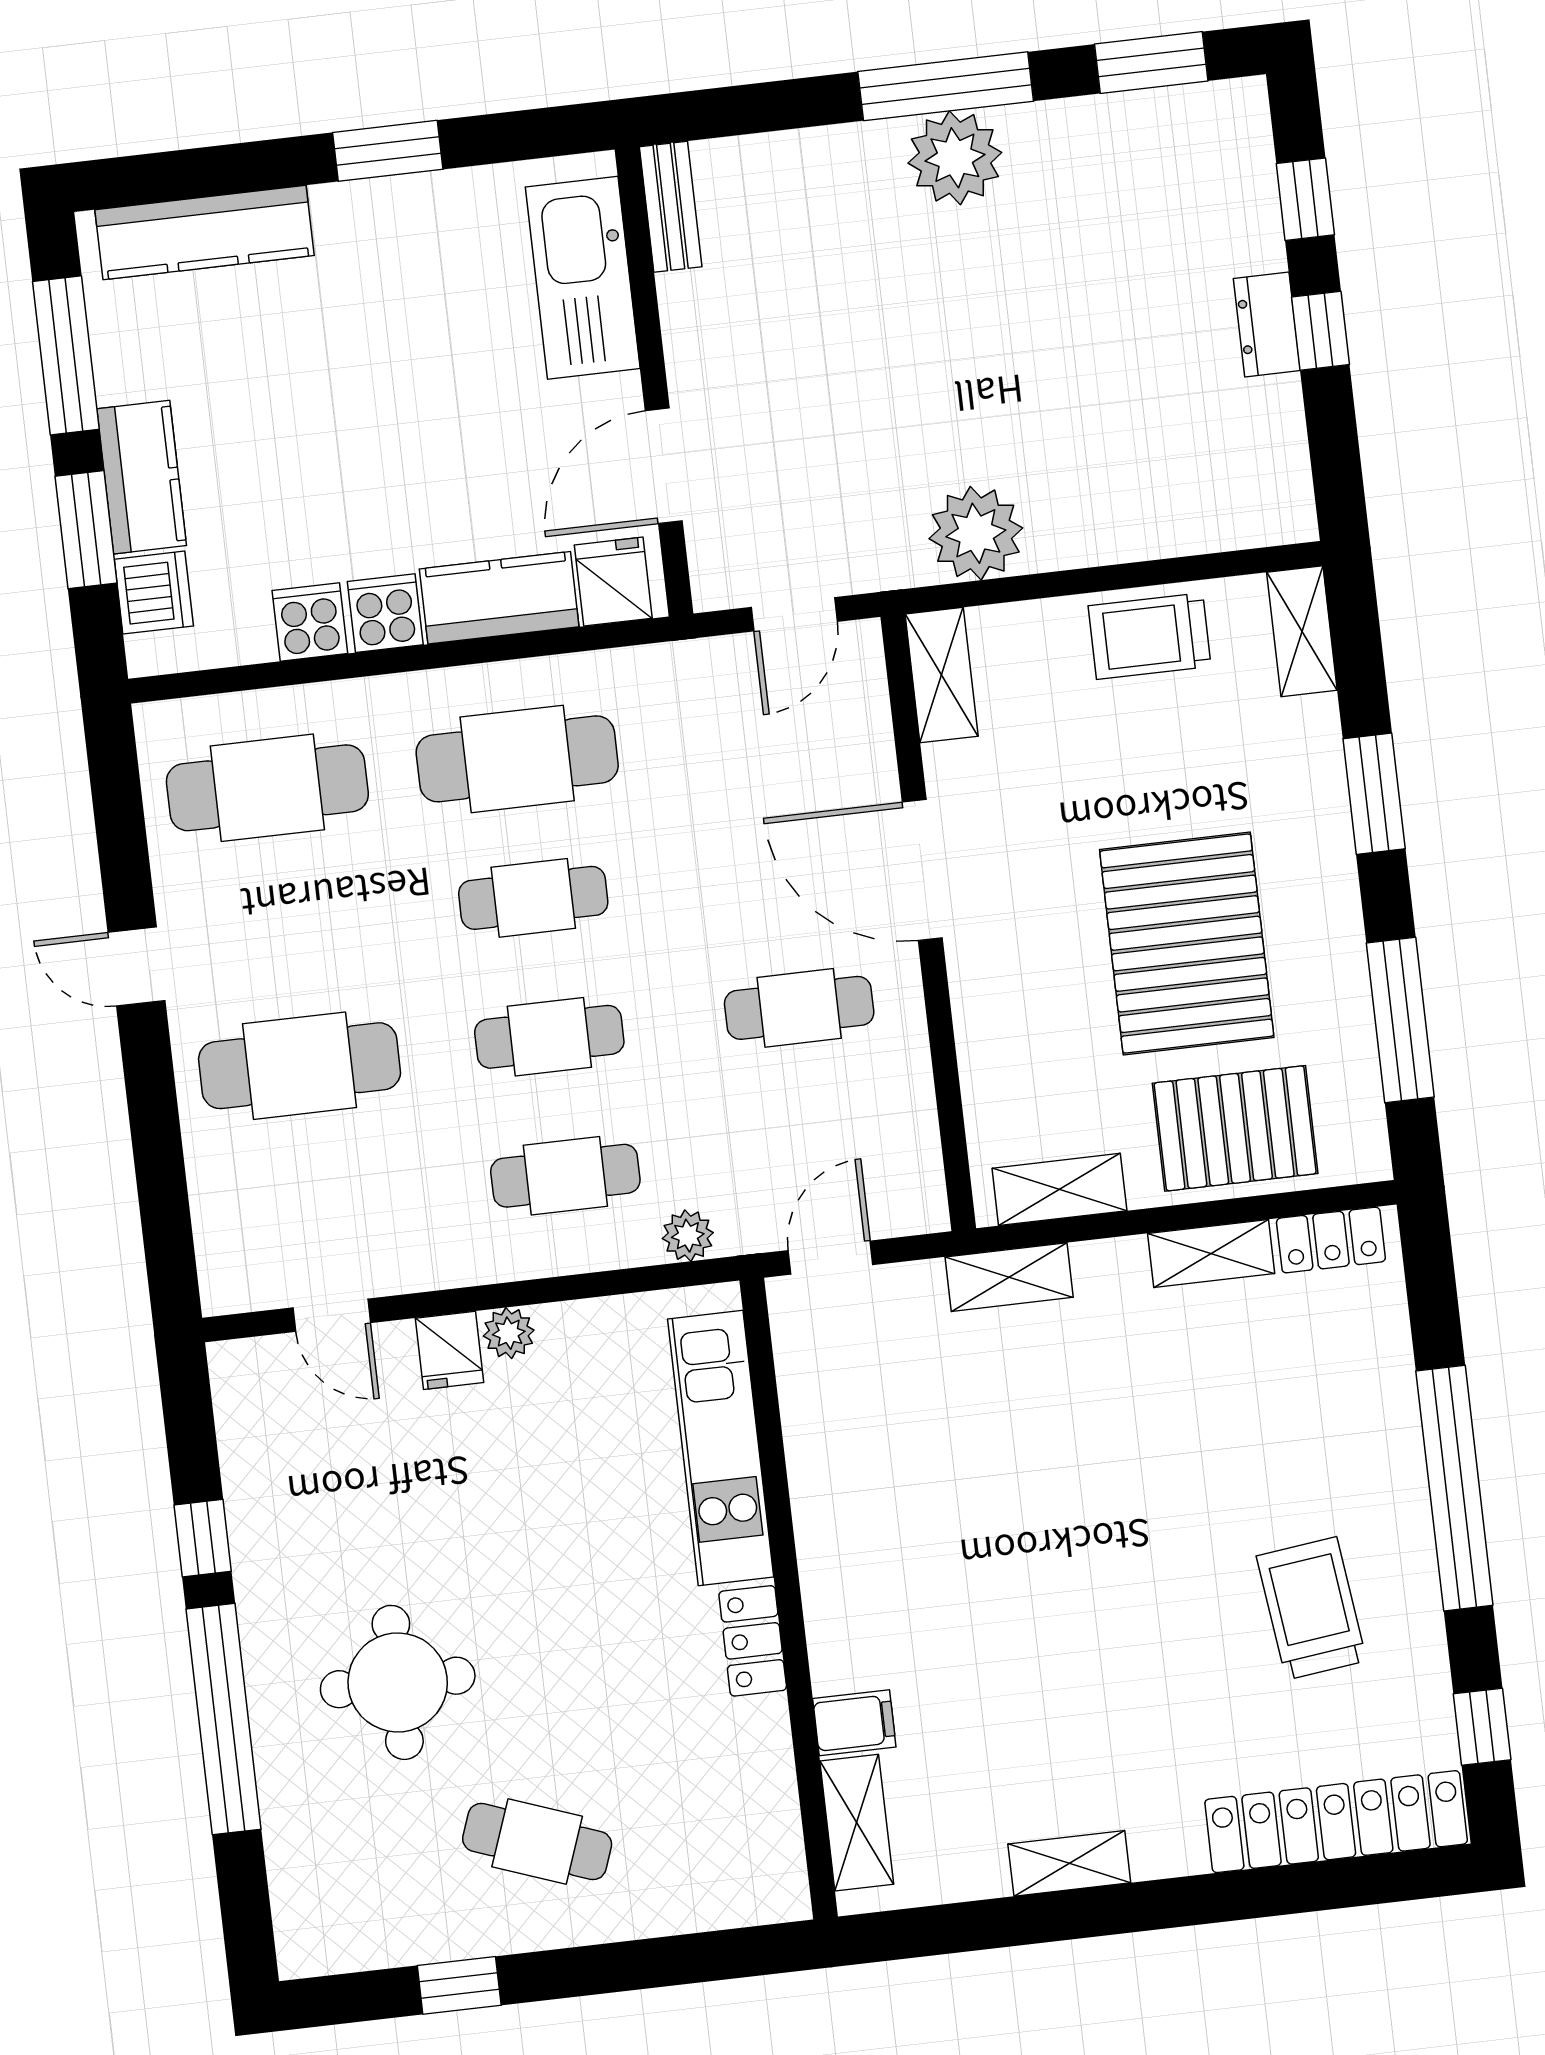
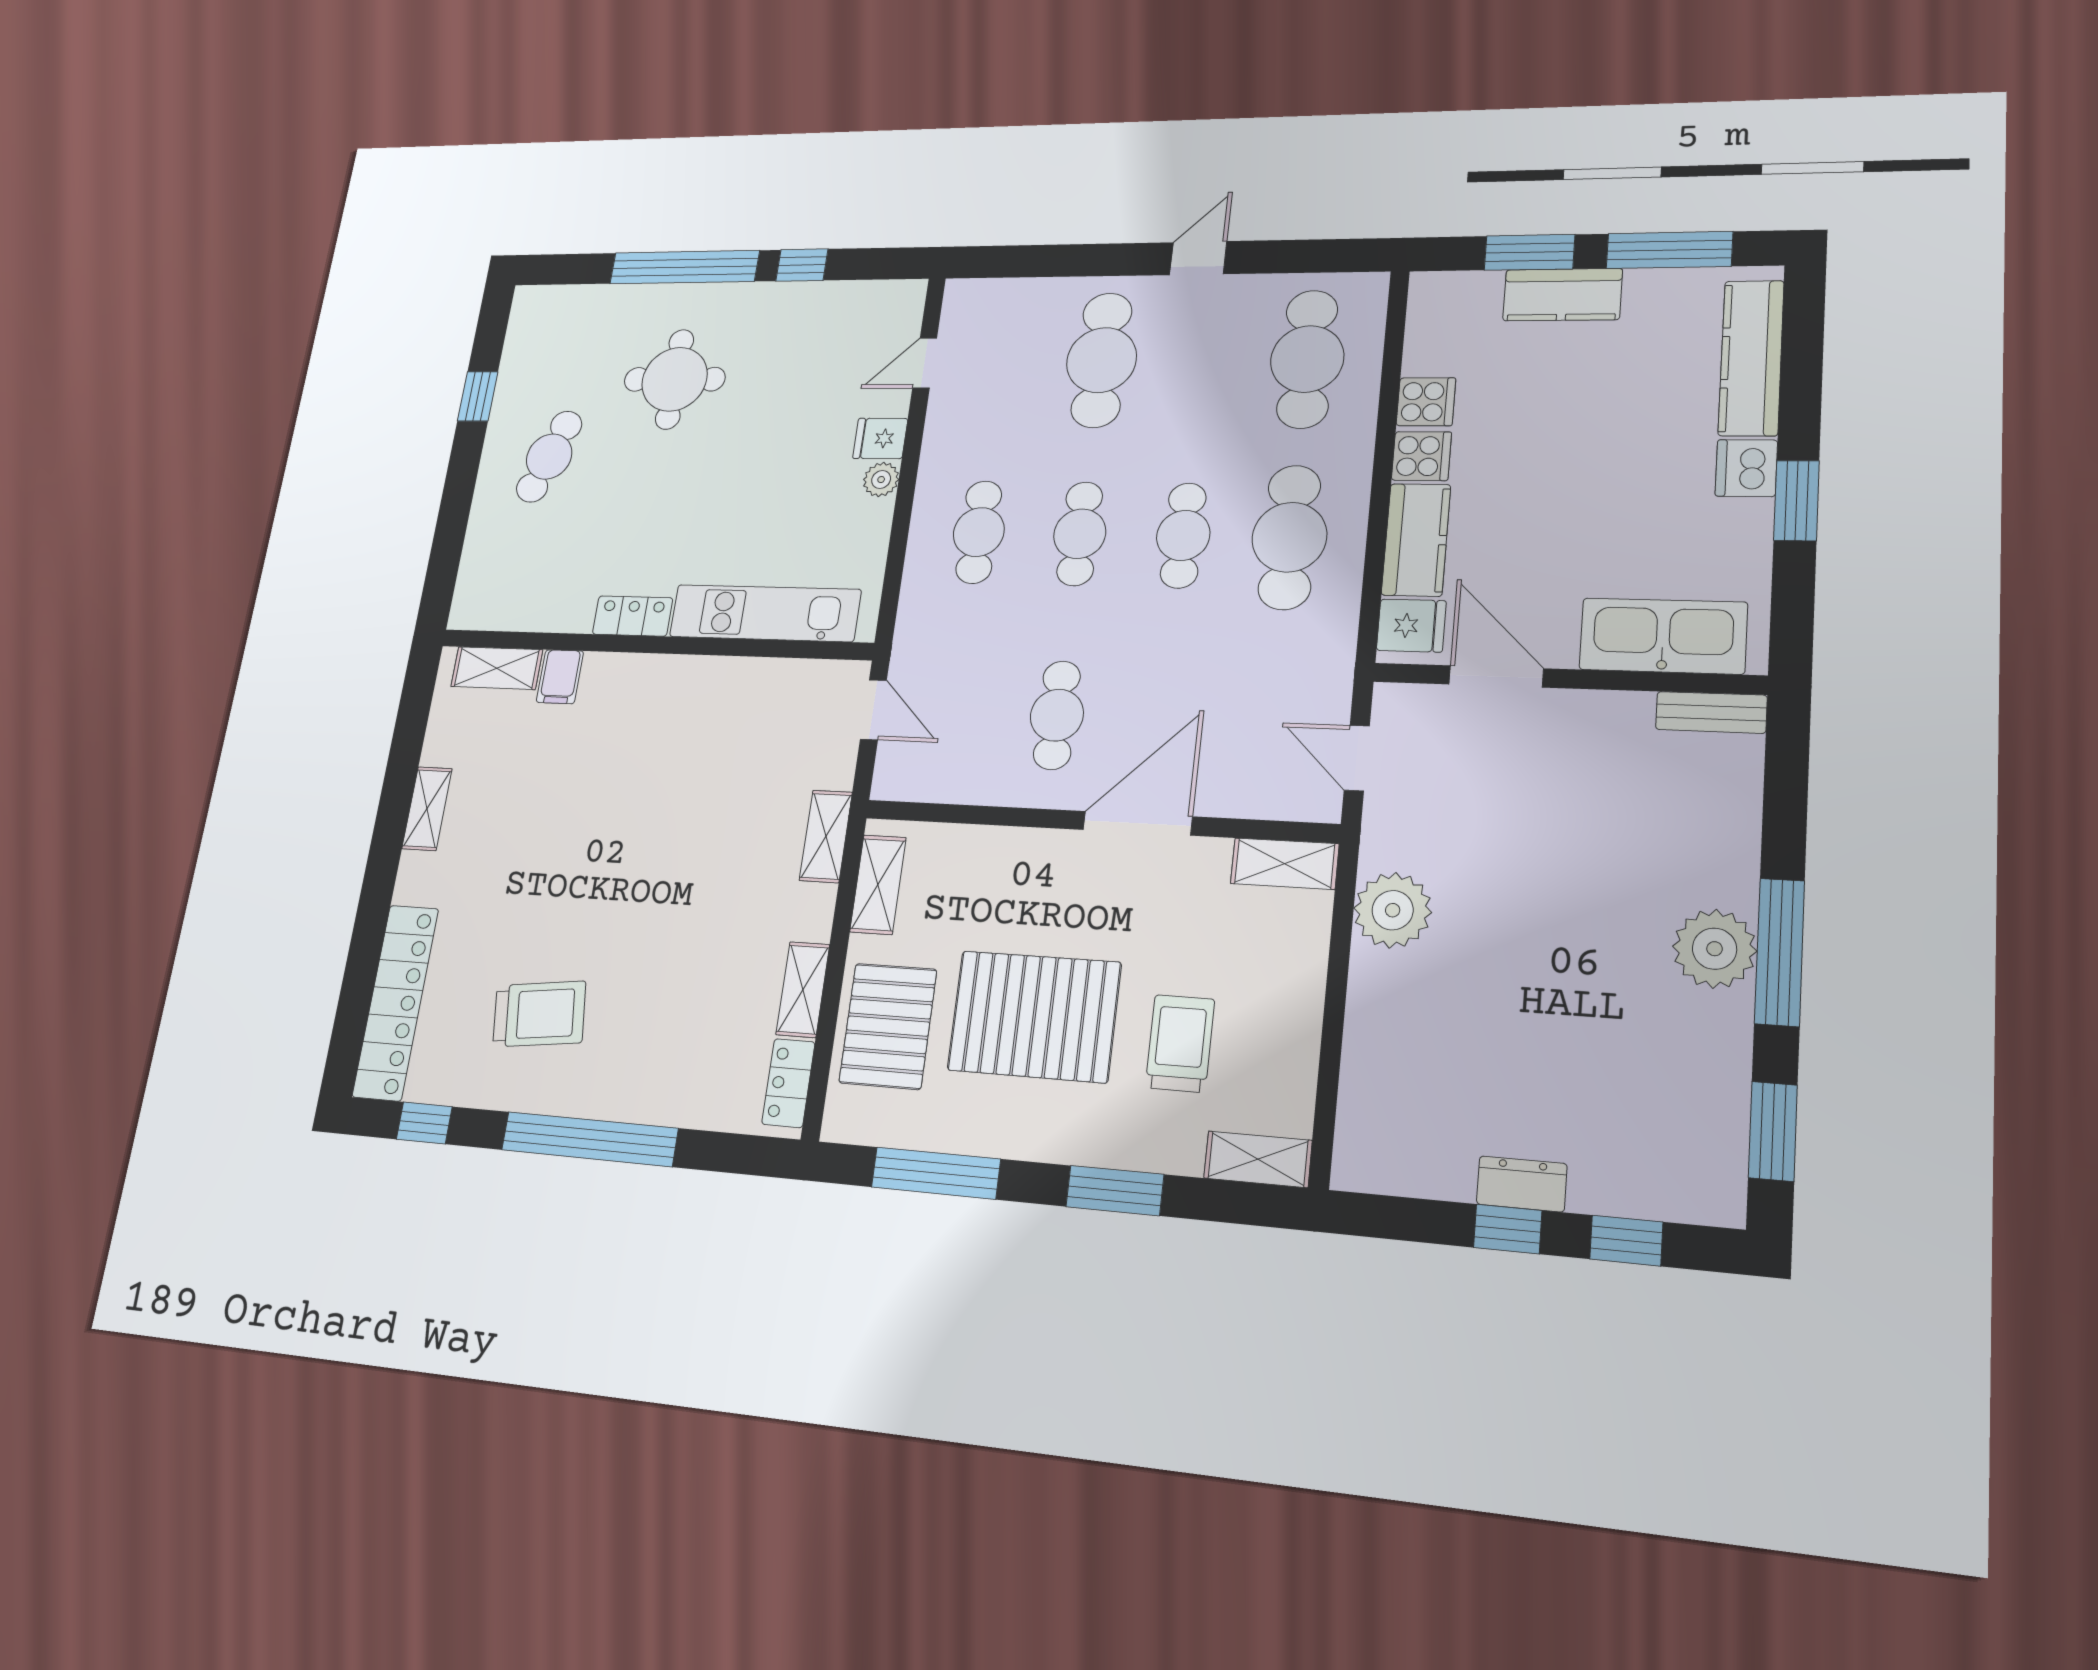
dishwasher: (154, 593) -> (1746, 468), moved, turned 90
trolley: (1150, 636) -> (1180, 1043), moved
plant: (688, 1236) -> (915, 611), removed

